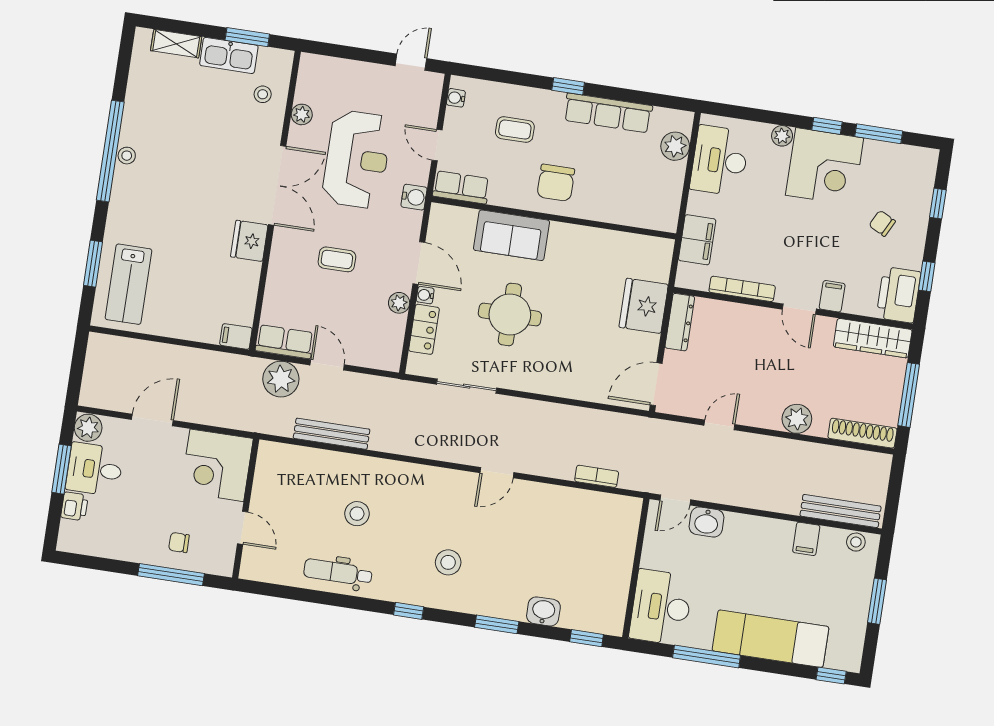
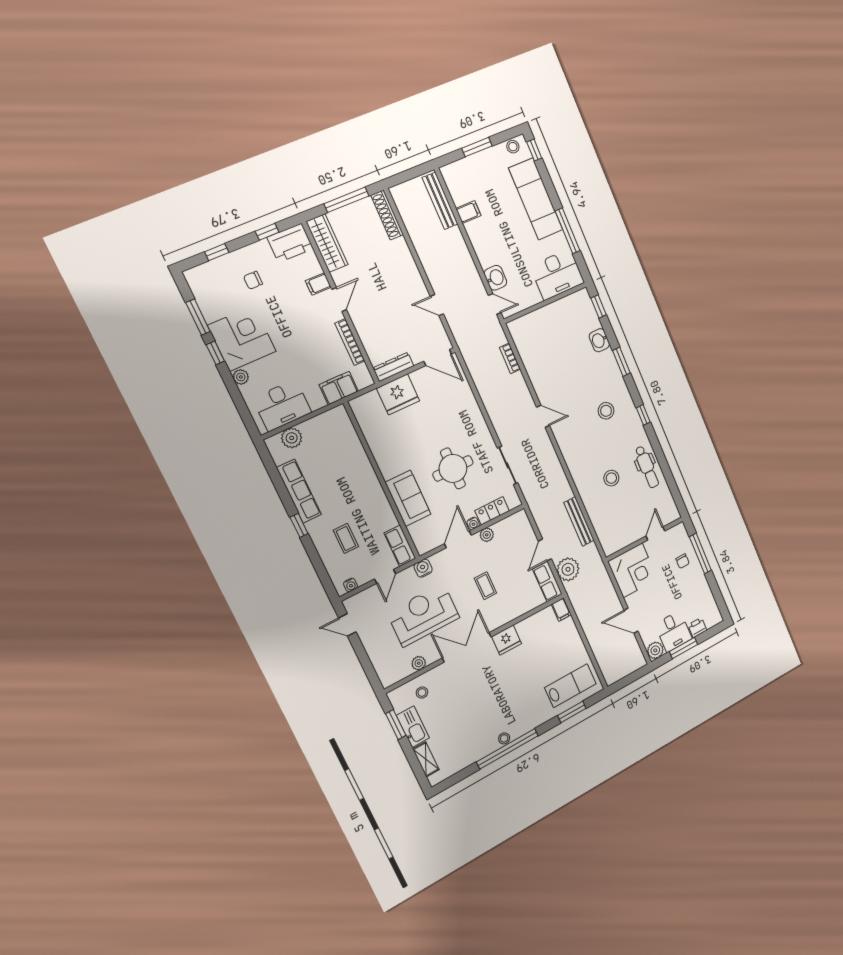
chair: (556, 183) -> (361, 494), removed
chair: (882, 223) -> (253, 280), turned 63
plant: (797, 419) -> (404, 261), removed
stool: (856, 542) -> (513, 147), moved

